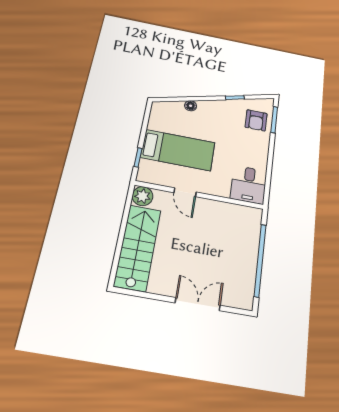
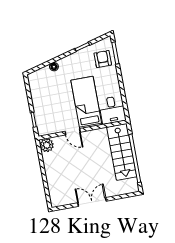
armchair: (256, 120) -> (103, 59), turned 180
bed: (178, 150) -> (86, 102), moved, turned -90
stairs: (138, 247) -> (122, 152), moved, turned 180
double door: (198, 304) -> (92, 202), moved

